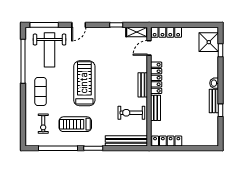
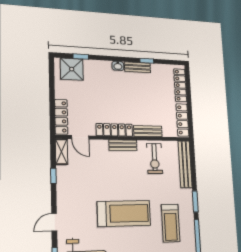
door: (79, 25) -> (54, 222), swing flipped
treadmill: (84, 83) -> (124, 213), turned 180
locker: (199, 141) -> (180, 85), added

